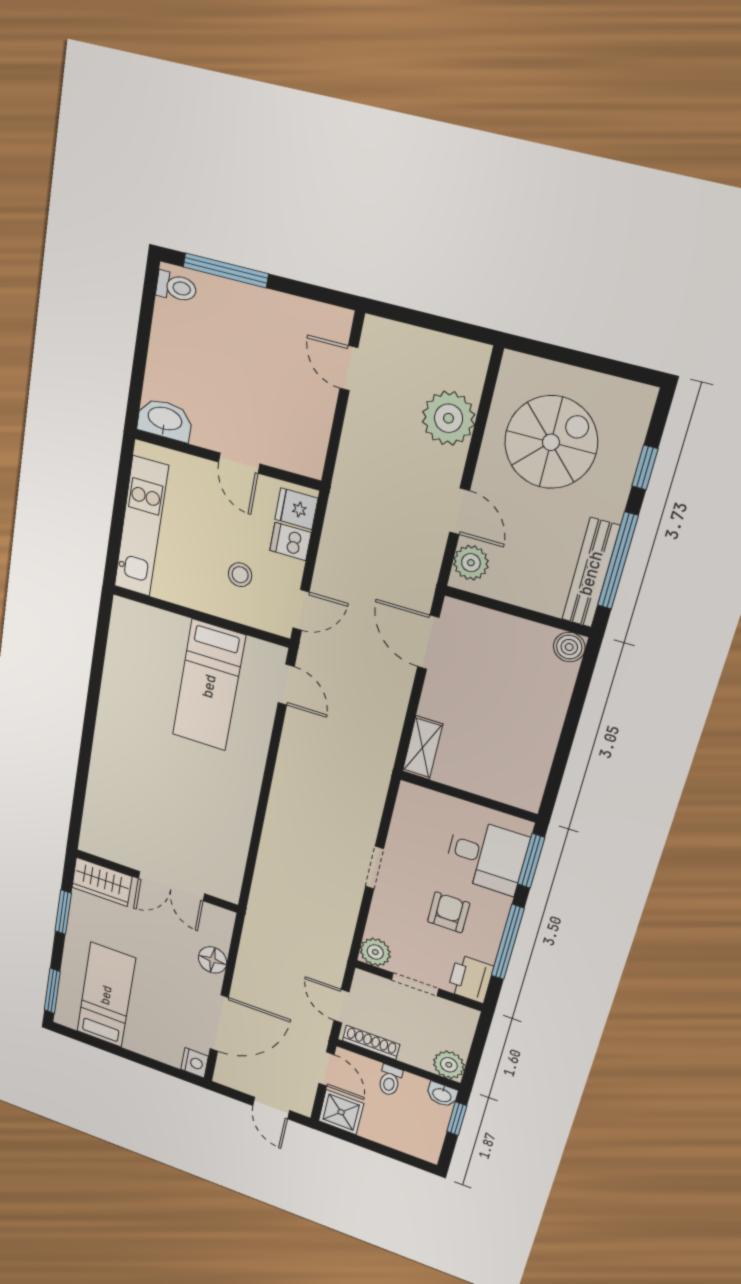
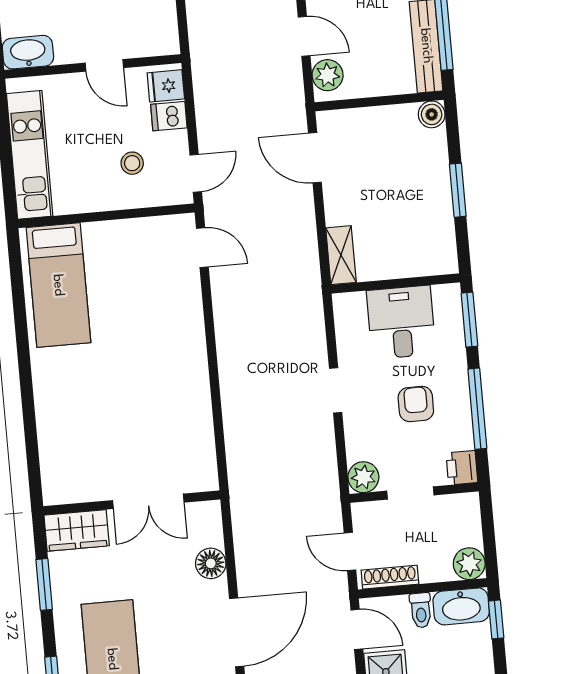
bed: (209, 686) -> (58, 285), moved
window: (568, 734) -> (458, 190), added
desk: (486, 856) -> (401, 322), moved, turned -90
printer: (471, 979) -> (462, 468), width x0.73, depth x0.81
washbasin: (442, 1095) -> (461, 606), width x1.91, depth x1.45

